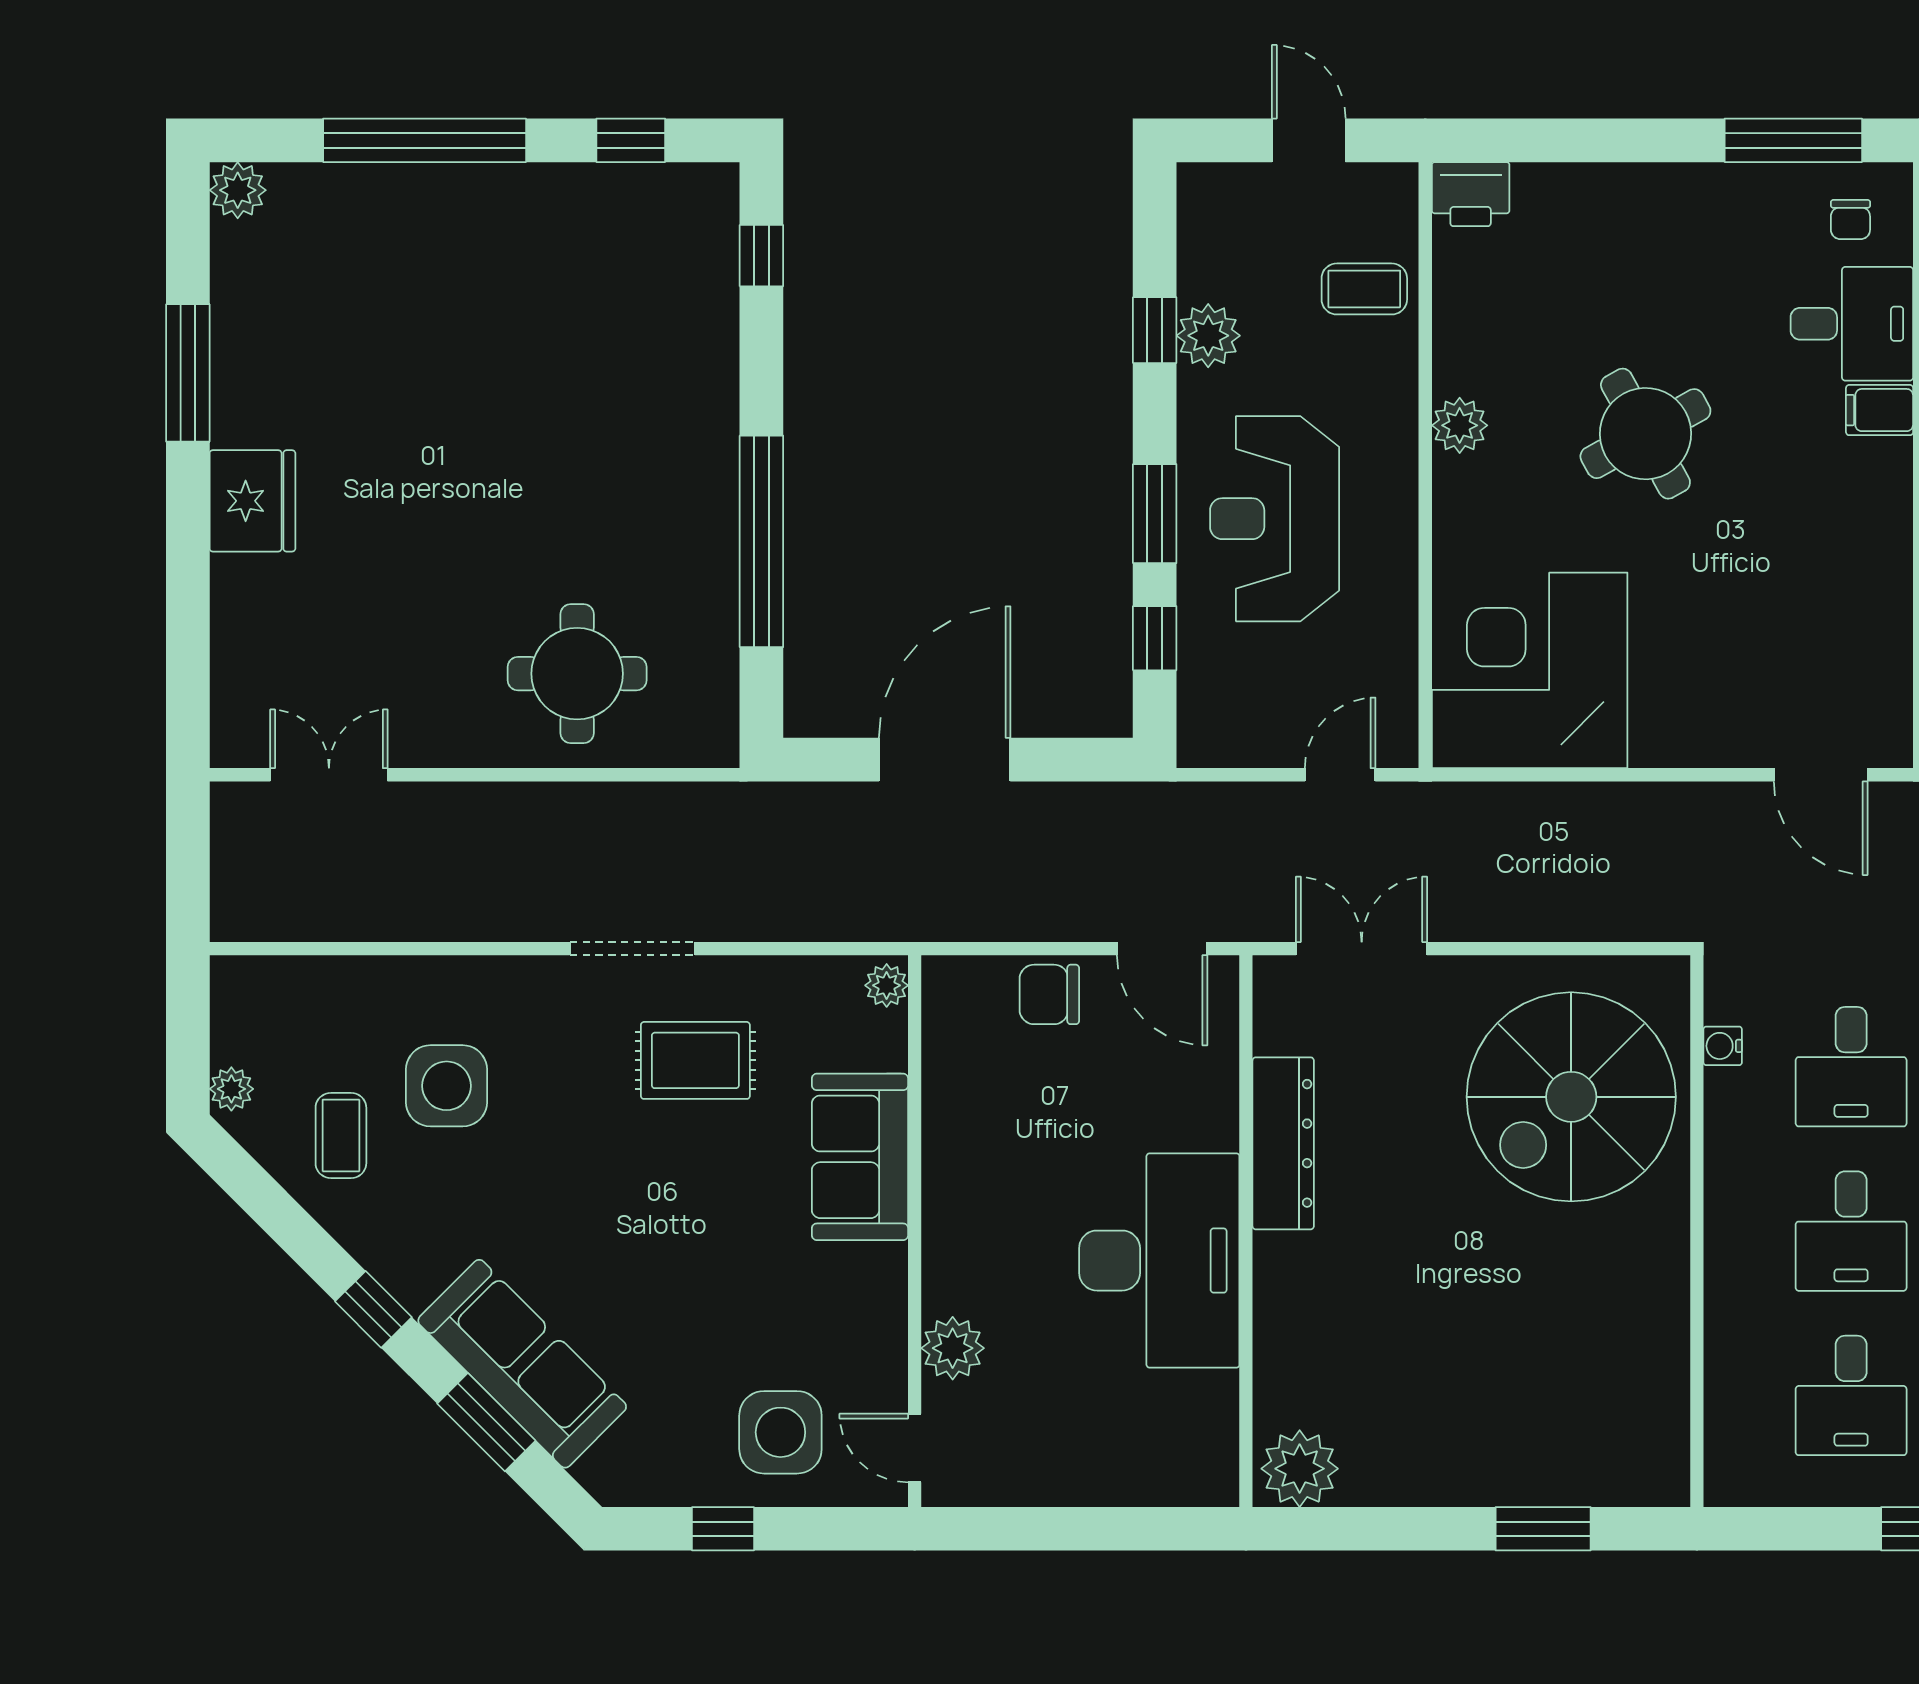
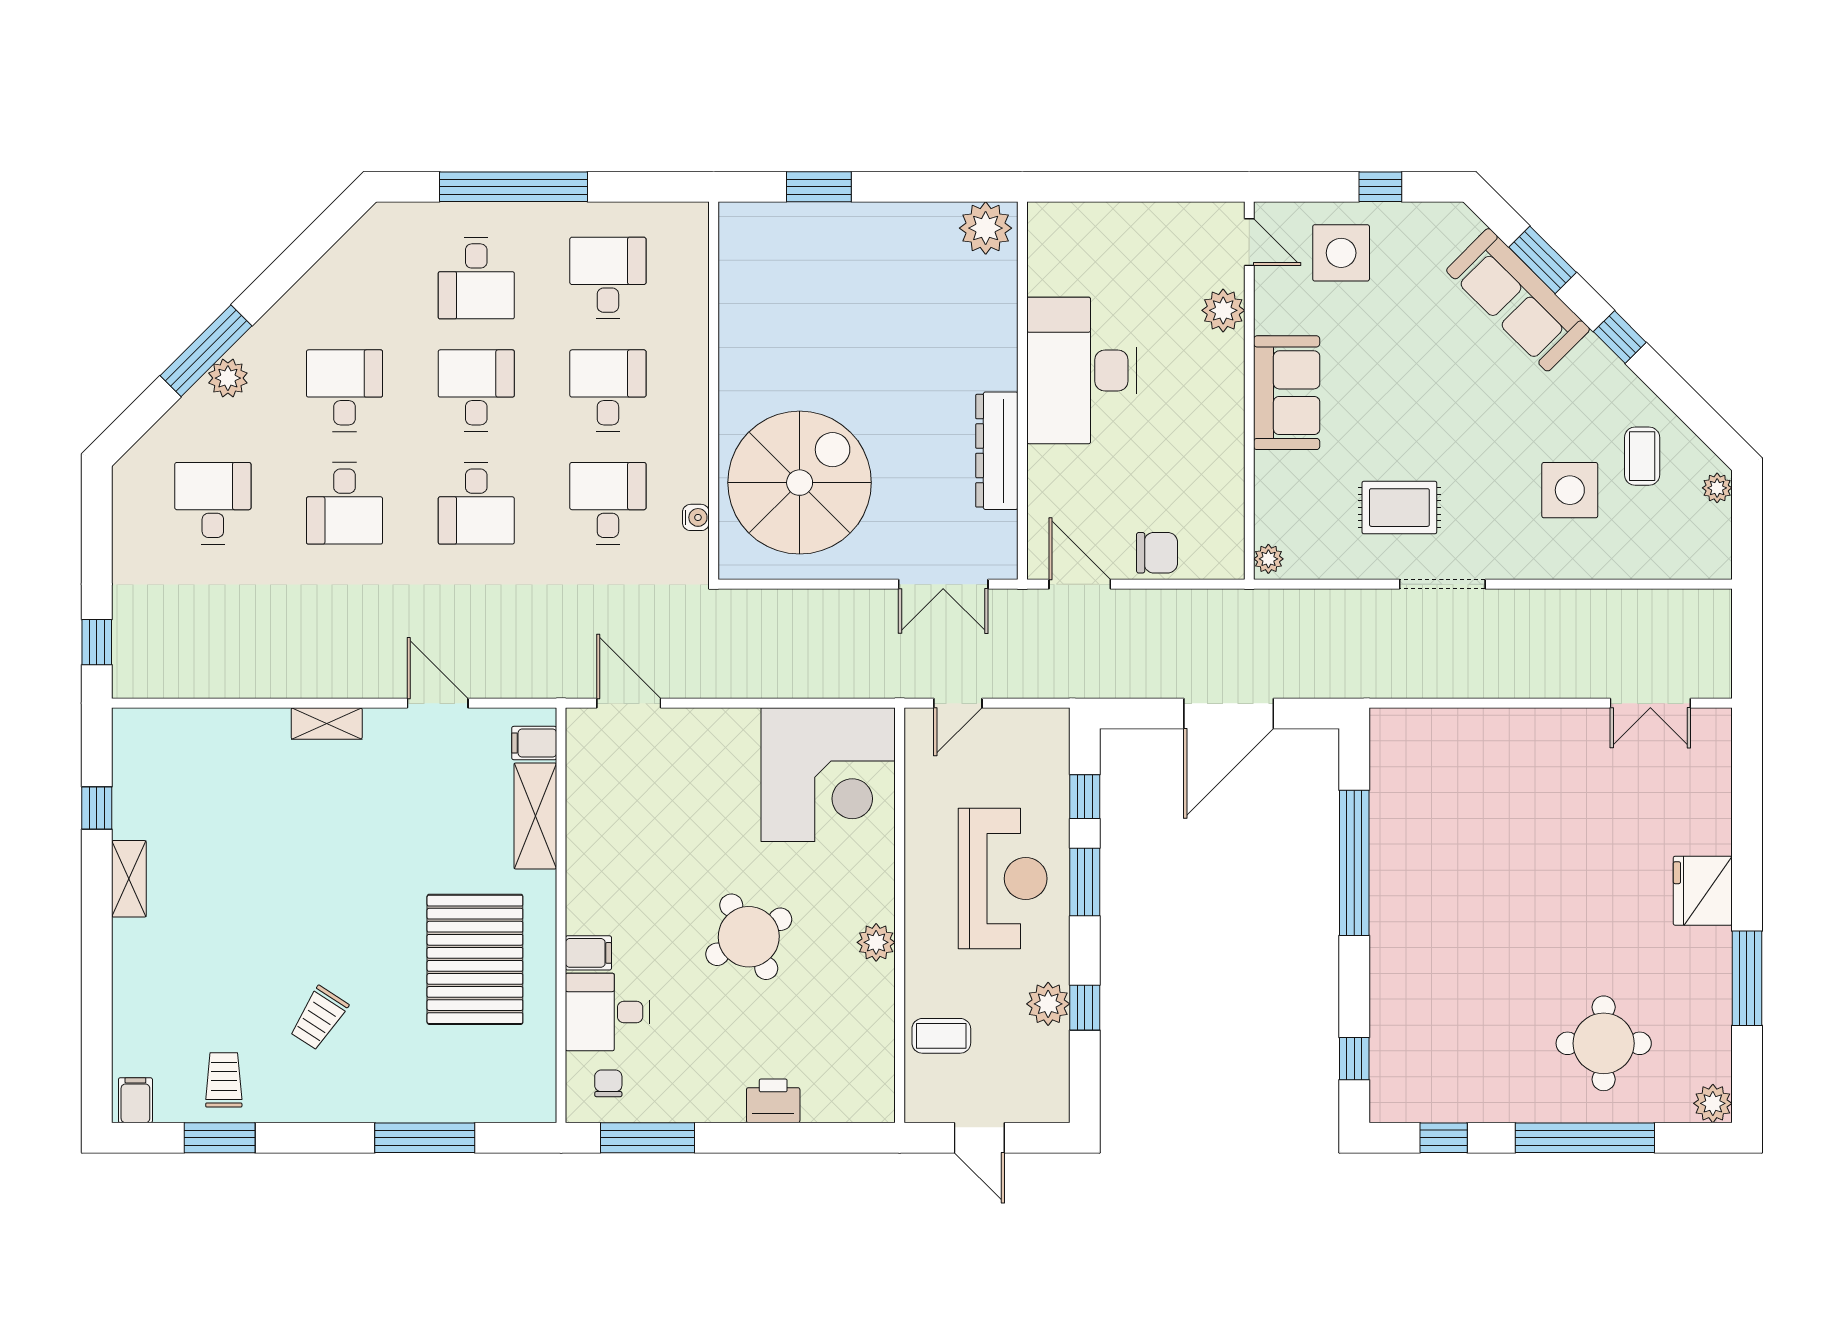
printer: (1471, 194) -> (773, 1101), moved
round table: (577, 674) -> (1604, 1043), moved
sofa: (860, 1157) -> (1287, 393), moved

